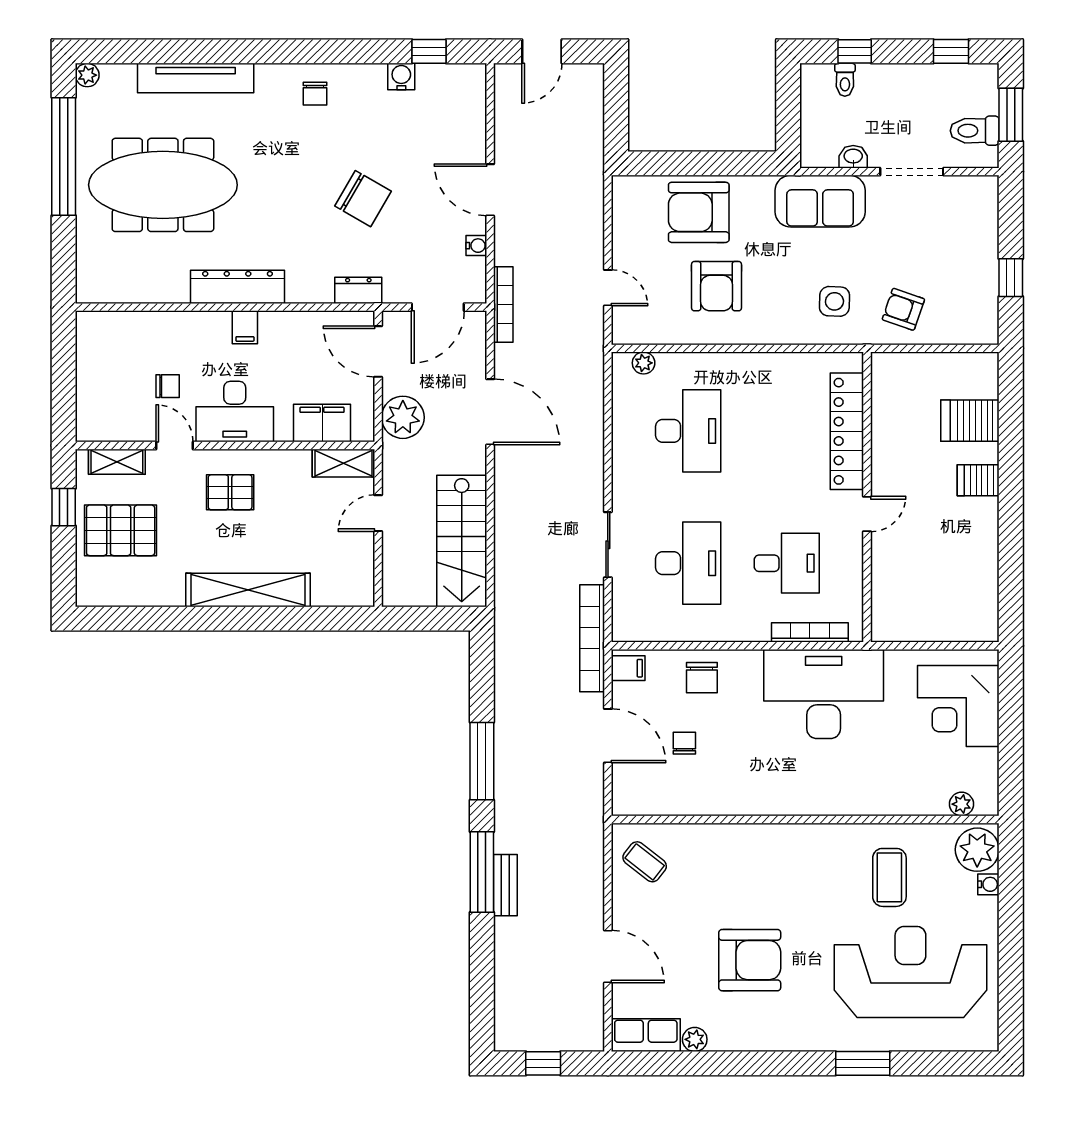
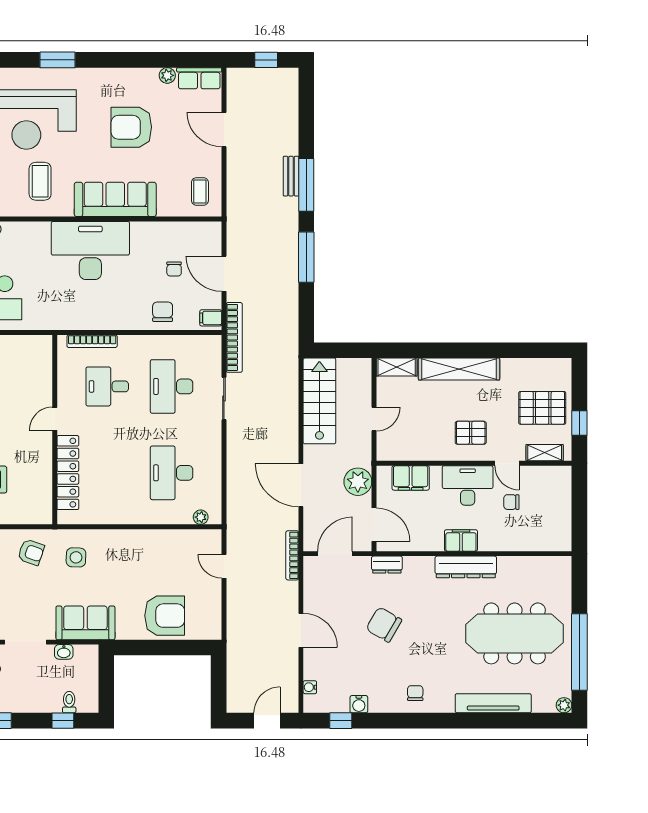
water cooler: (476, 246) -> (310, 687), moved
armchair: (717, 286) -> (153, 567), removed
filing cabinet: (245, 327) -> (461, 540), width x2.00
shelving: (343, 463) -> (397, 367), moved
desk: (824, 694) -> (90, 251), moved, turned 180
sofa: (774, 850) -> (115, 199), added
coffee table: (645, 862) -> (200, 191), turned 52

